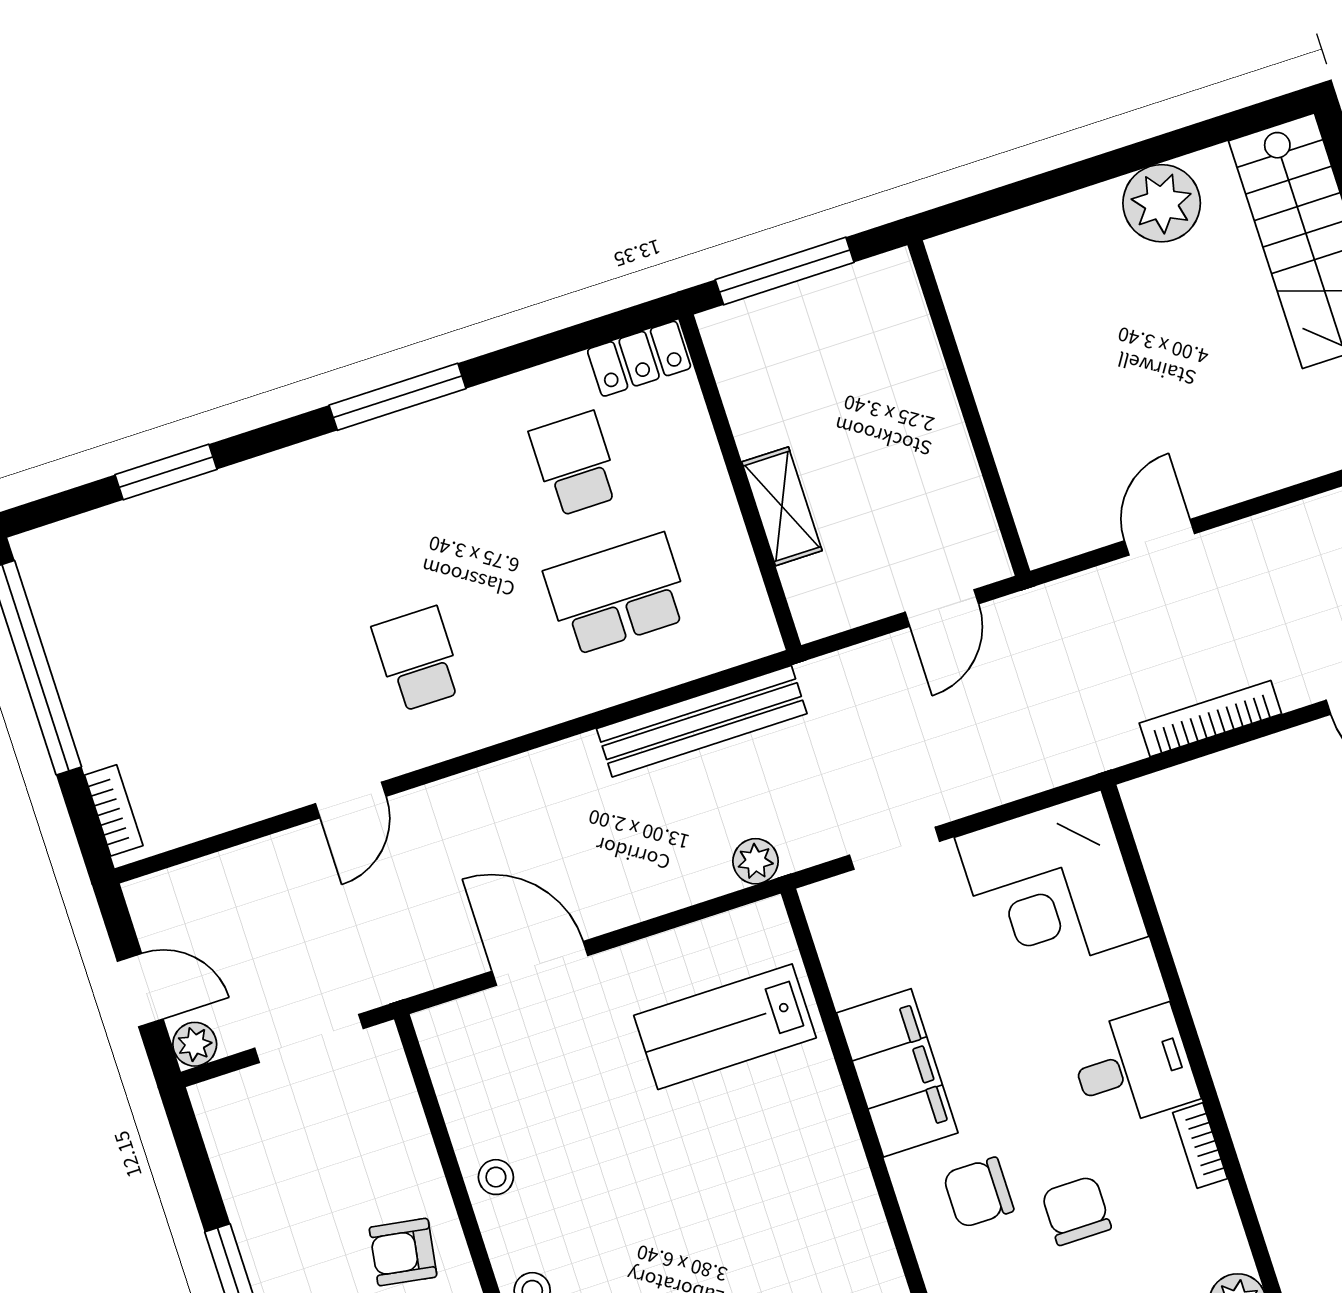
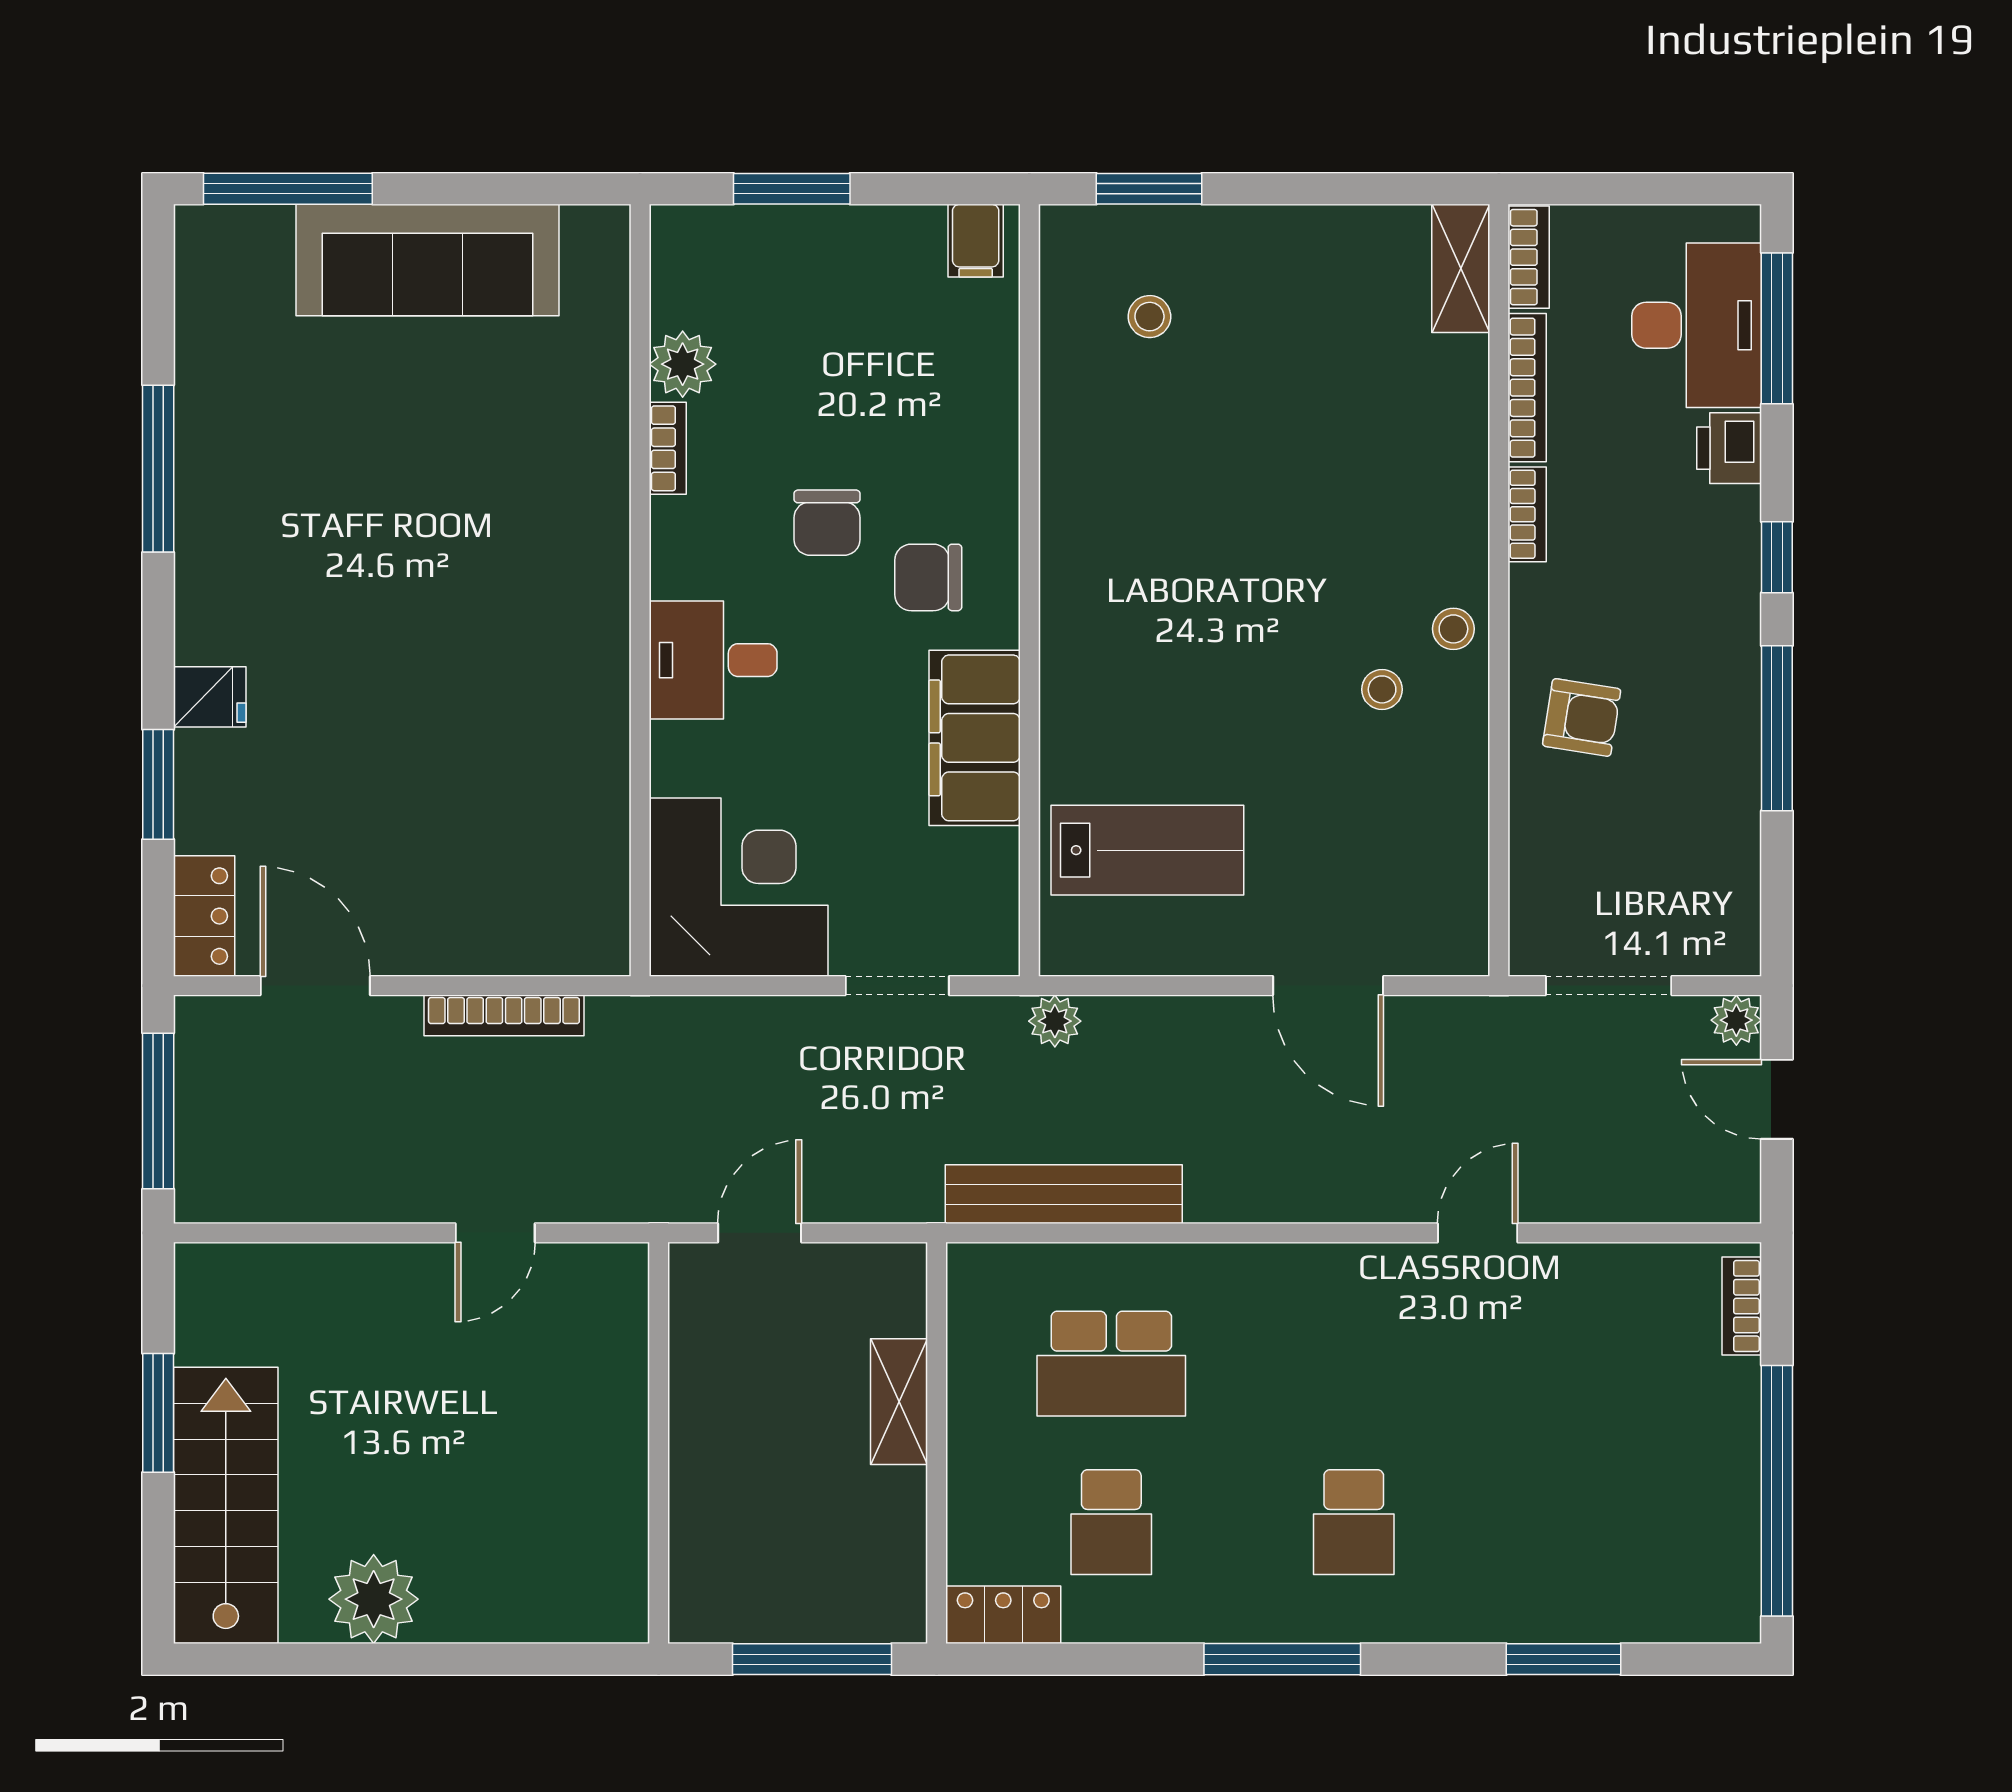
school desk: (418, 659) -> (1354, 1522), moved
bookcase: (1200, 1146) -> (668, 448), moved
stool: (496, 1177) -> (1382, 689), moved
chair: (978, 1193) -> (928, 577), turned 180

